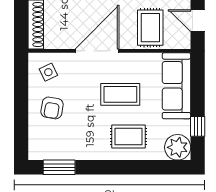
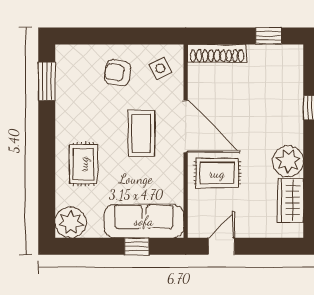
rug: (150, 28) -> (217, 173), moved
coffee table: (120, 94) -> (141, 133), moved
window: (198, 126) -> (137, 246), moved

